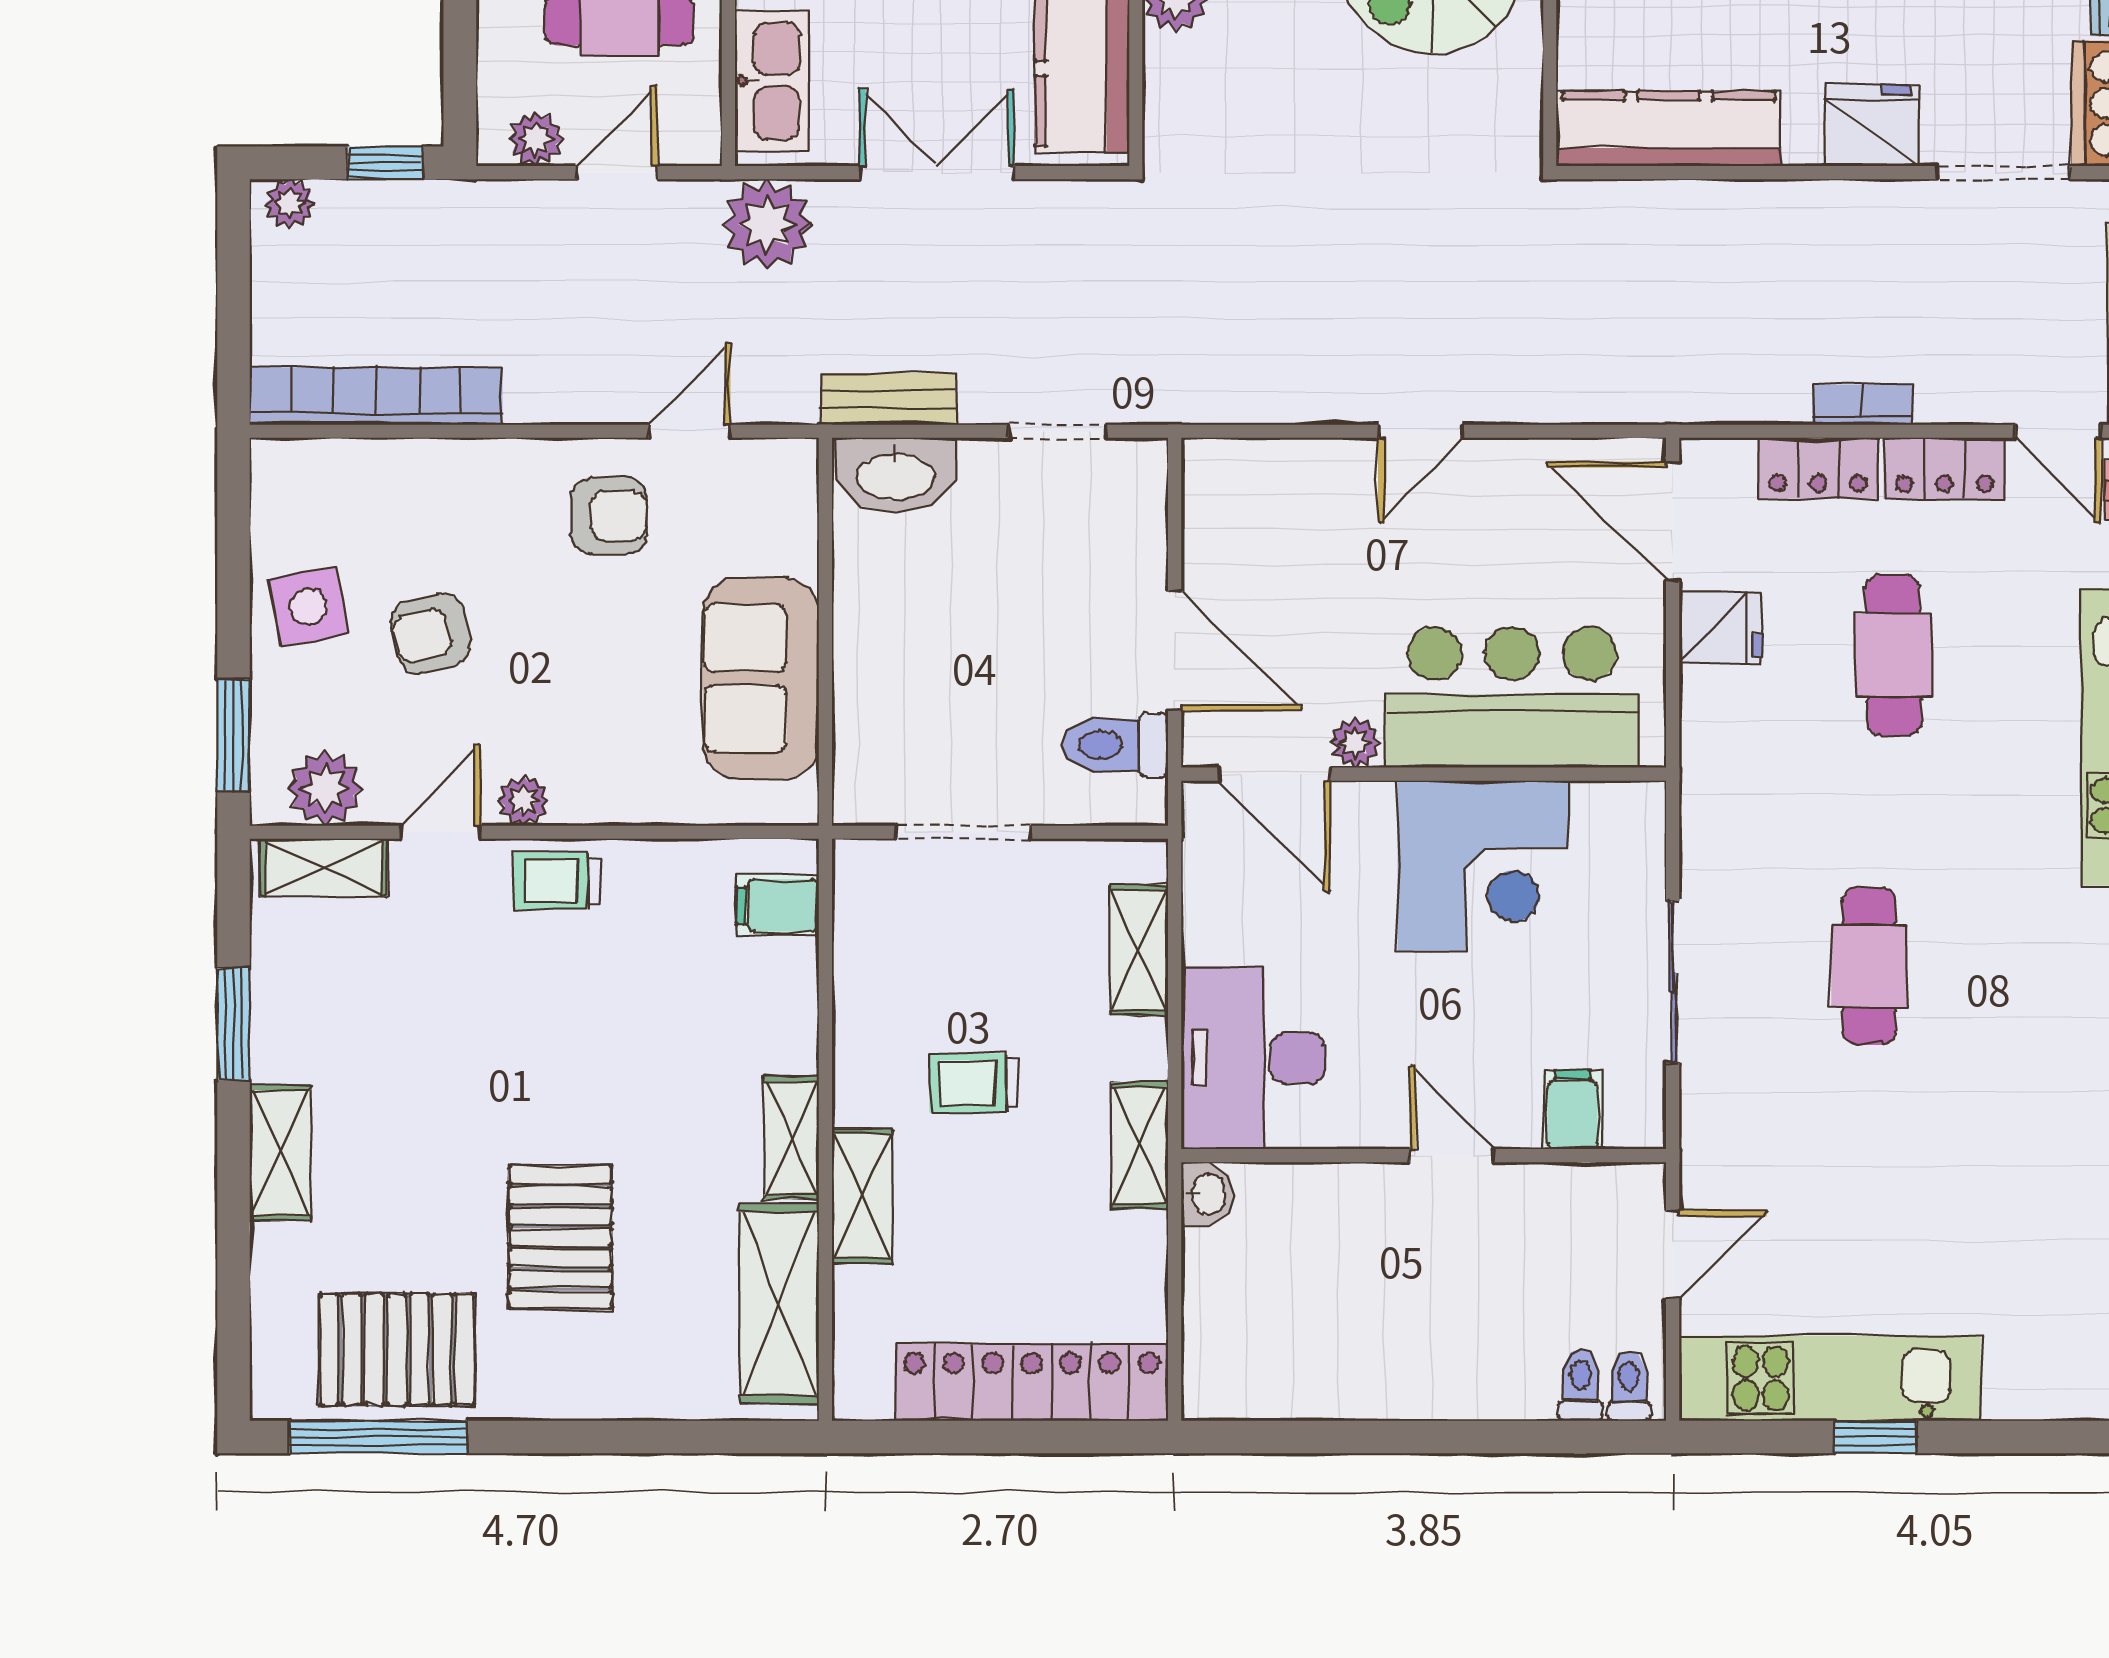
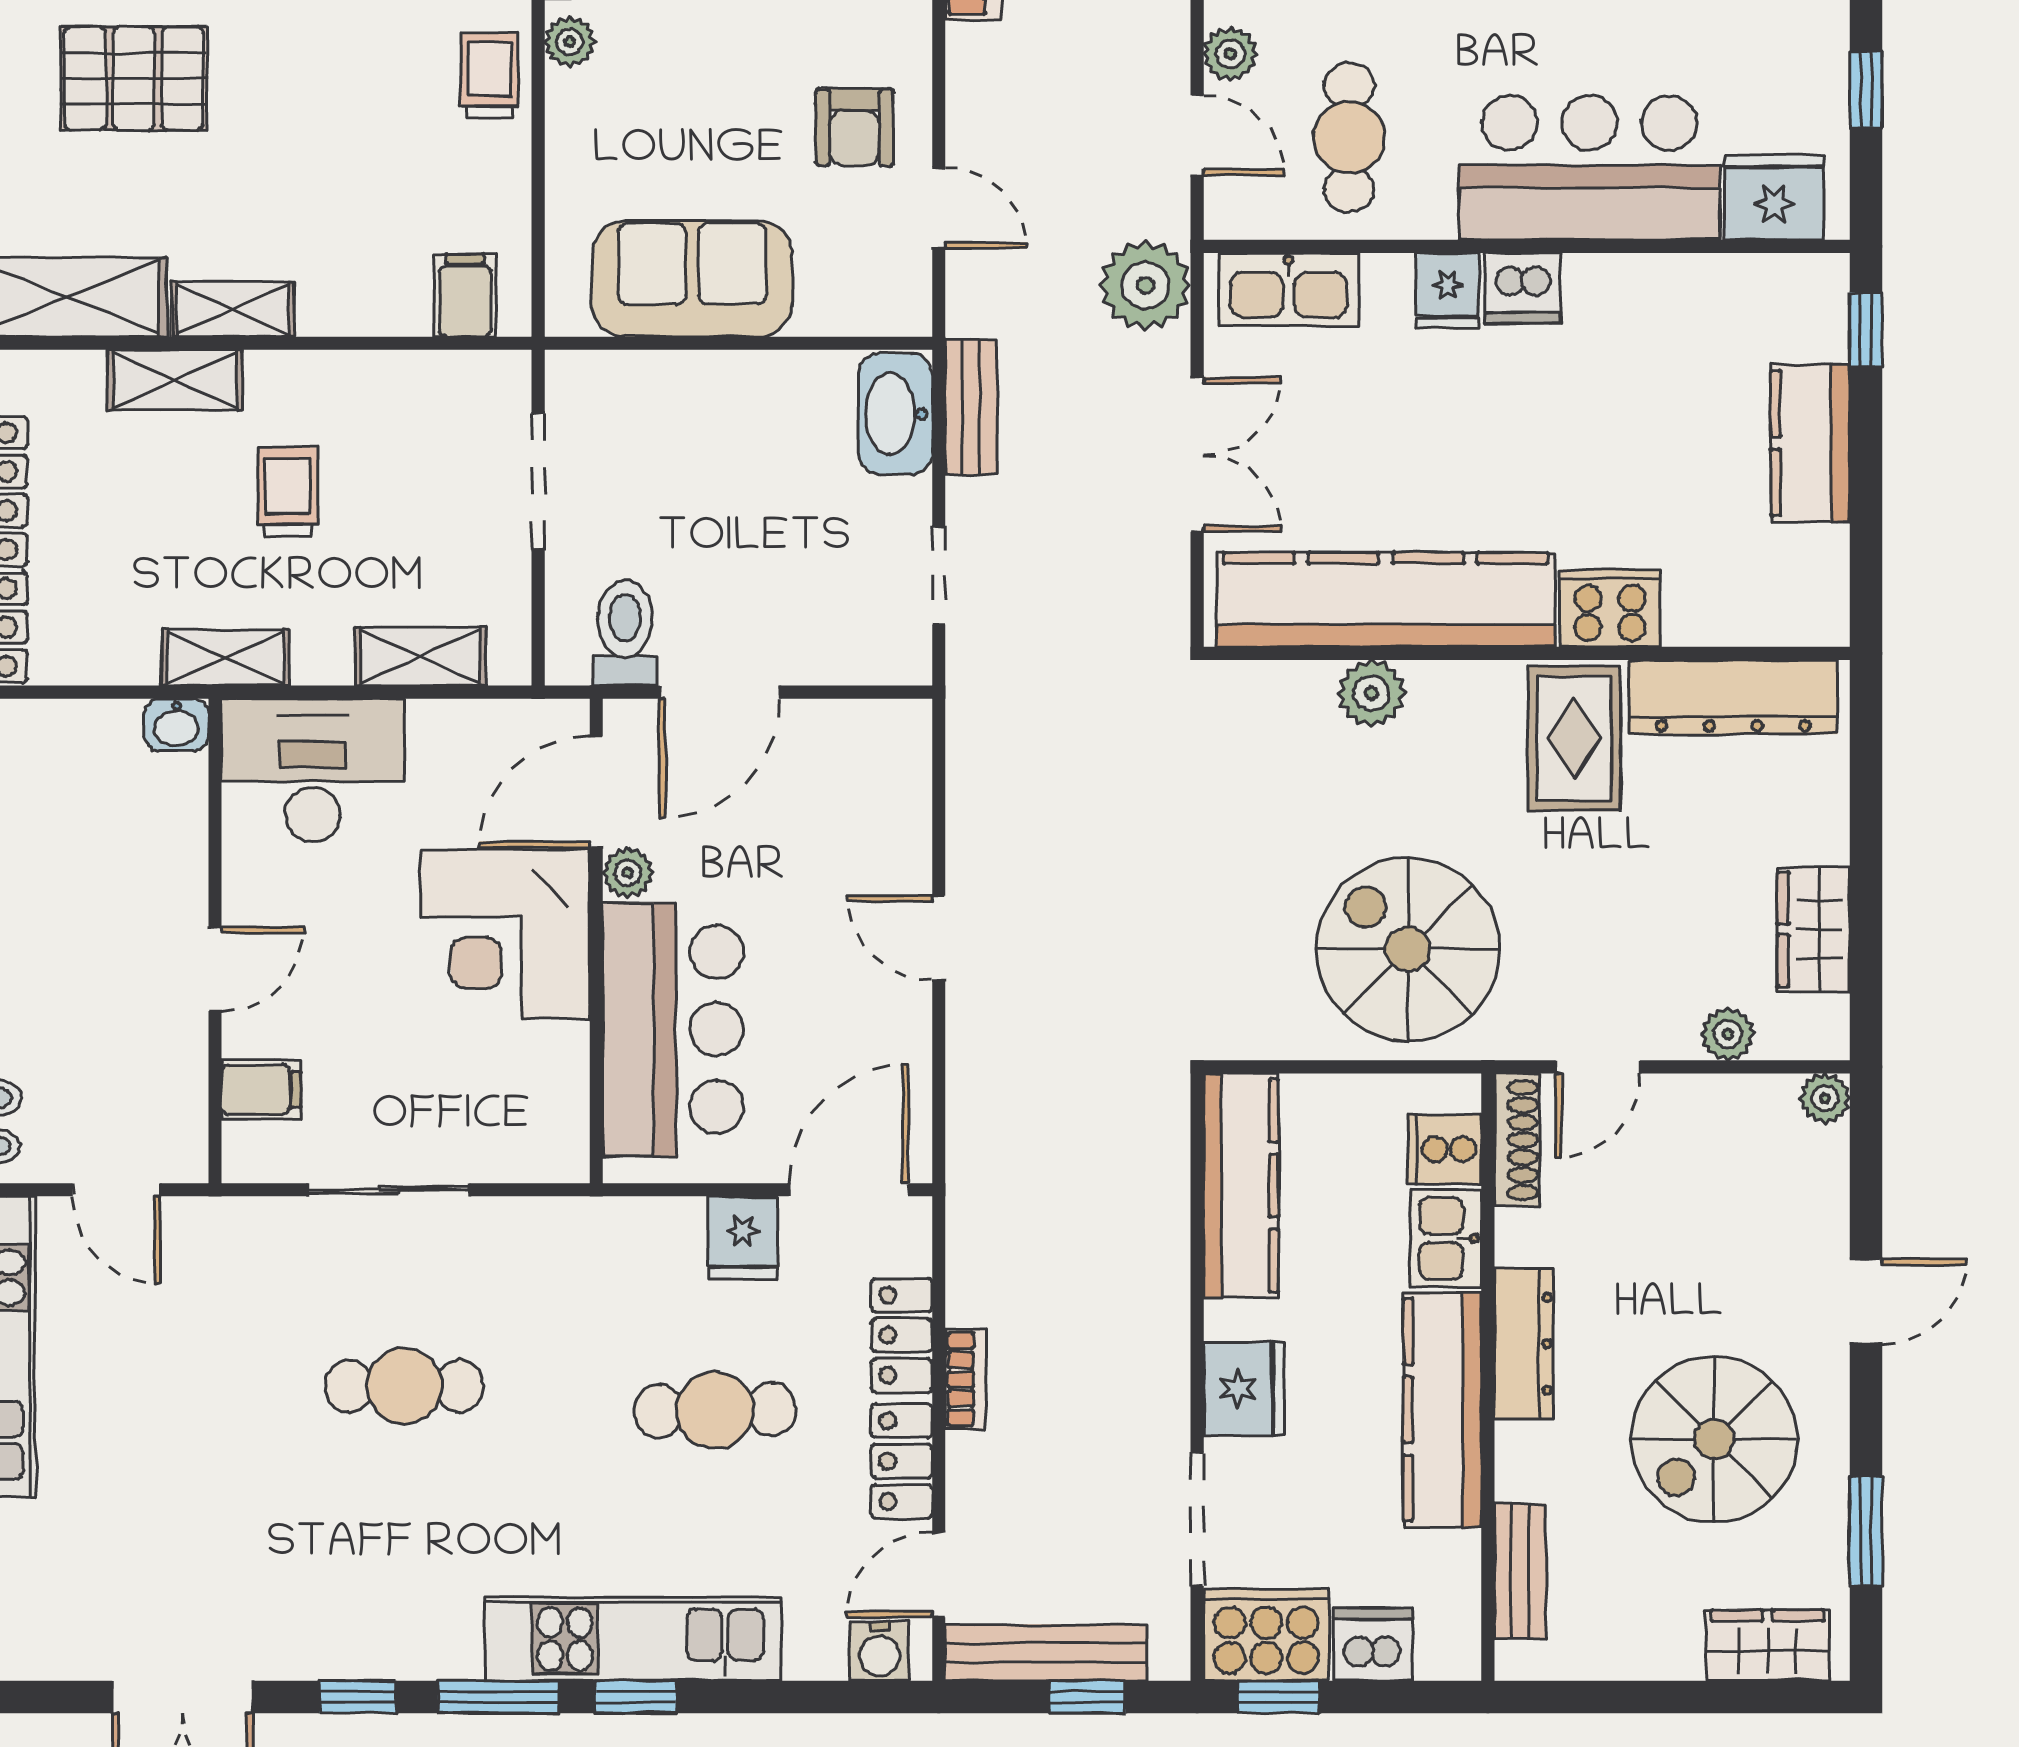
corner desk: (1483, 866) -> (505, 934), moved

